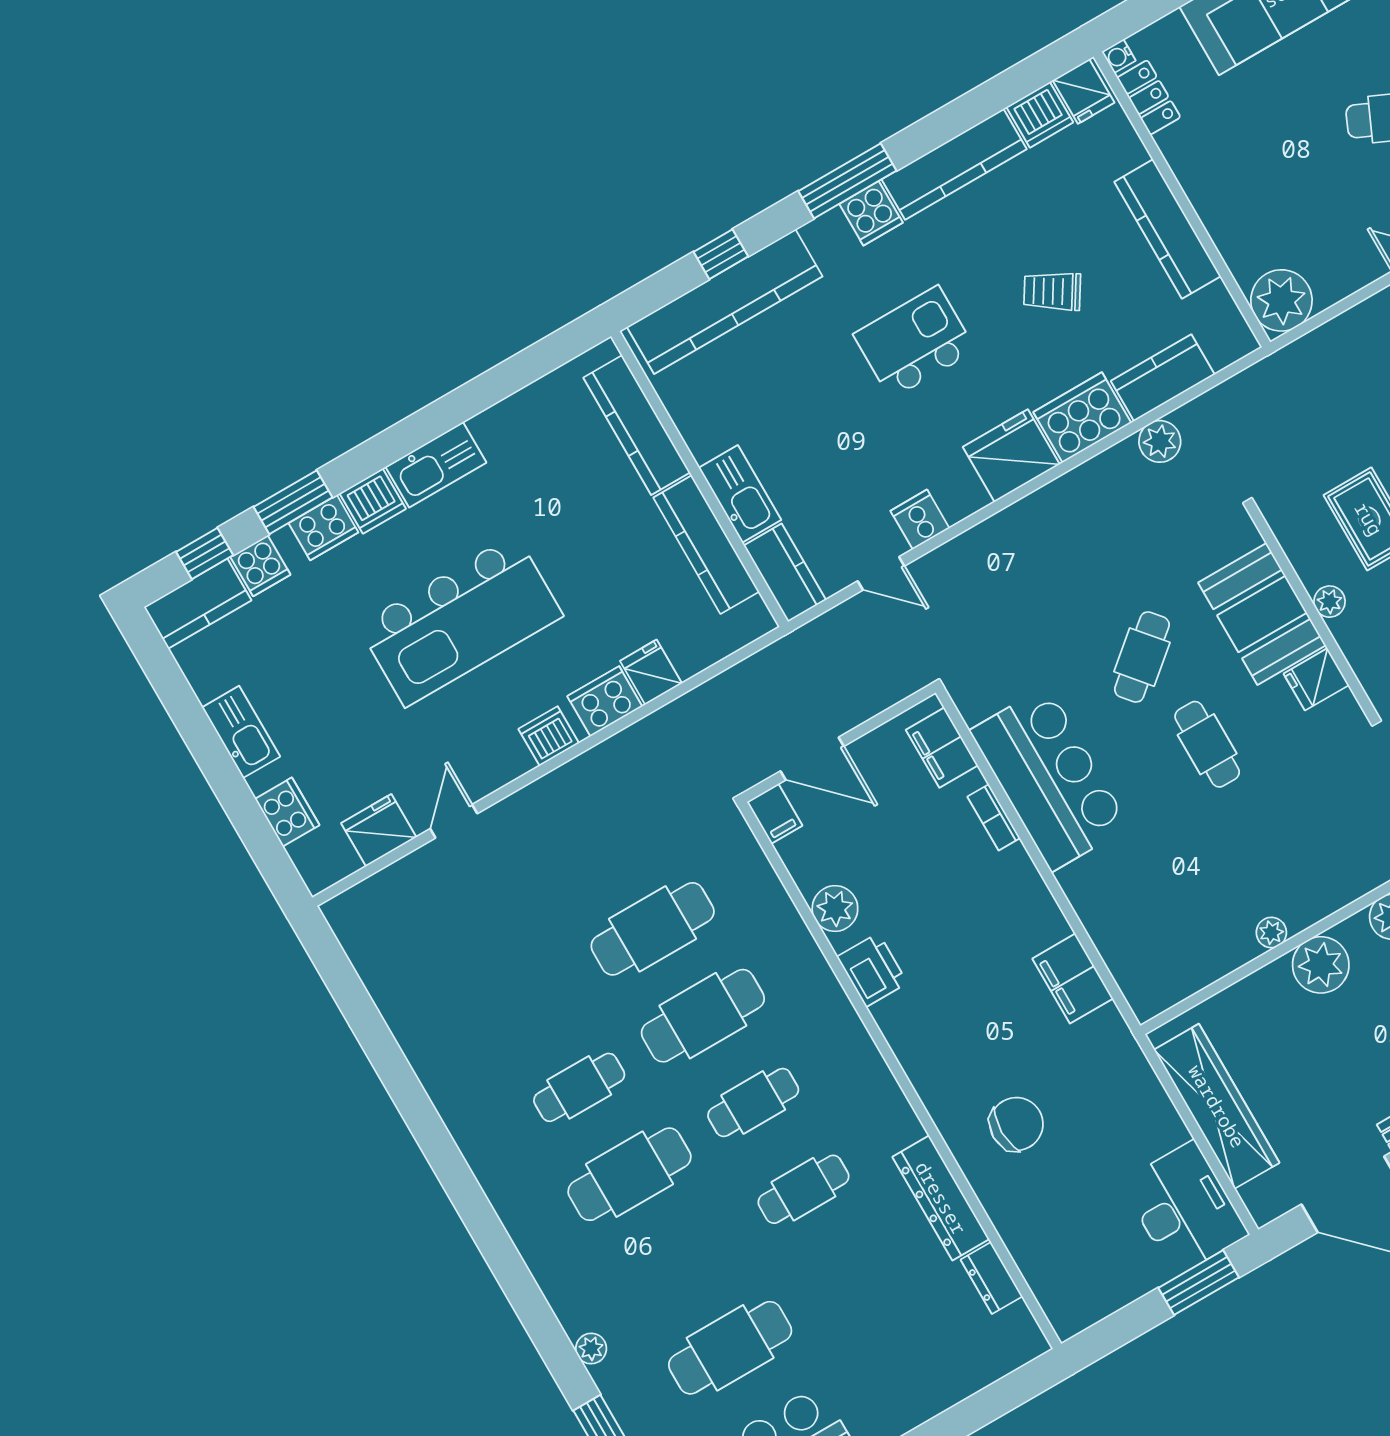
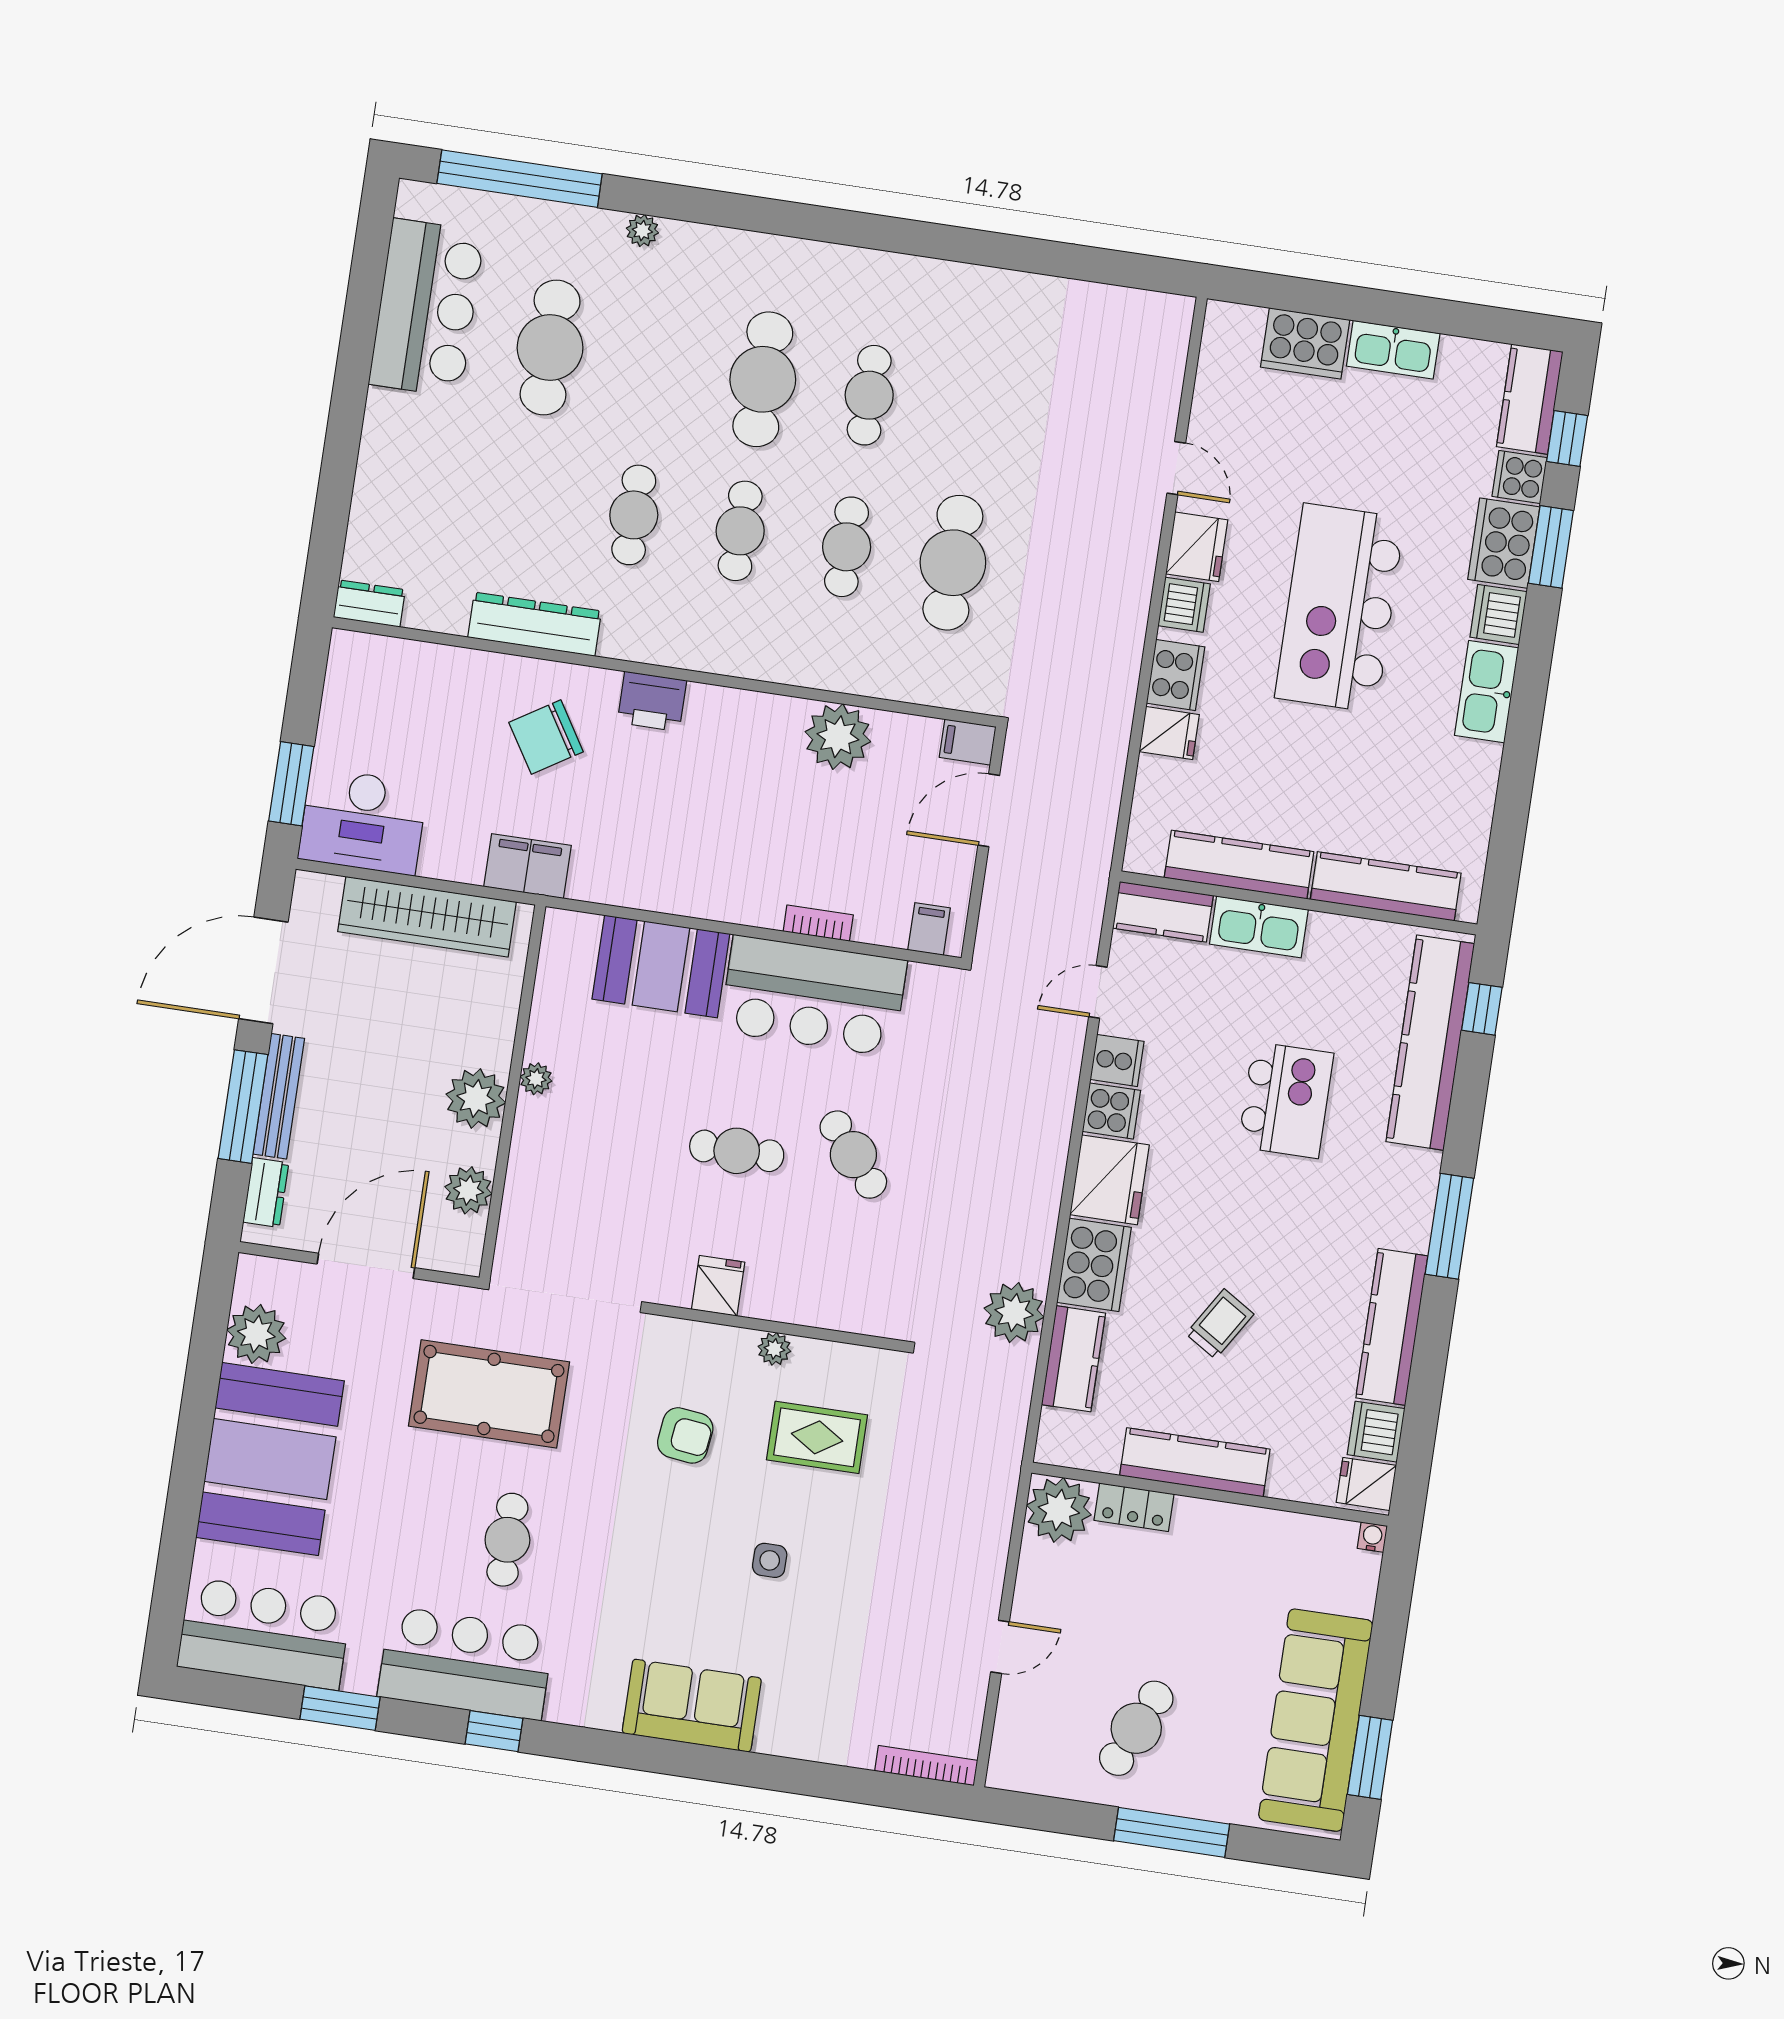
locker: (1149, 97) -> (1134, 1507), moved
cooker: (871, 213) -> (1111, 1111), moved, turned 180
window: (721, 254) -> (1482, 1009), moved
kitchen island: (914, 342) -> (1286, 1100), moved
plant: (1160, 441) -> (1014, 1313), width x1.36, depth x1.36
cooker: (323, 528) -> (1504, 543), width x1.37, depth x1.31
booth: (1262, 614) -> (661, 966), moved
filing cabinet: (942, 748) -> (929, 929), width x0.50
cooker: (287, 812) -> (1305, 343), width x1.37, depth x1.31
fridge: (379, 830) -> (1197, 547), moved
plant: (835, 908) -> (838, 737), width x1.36, depth x1.36
printer: (872, 970) -> (652, 701), moved
filing cabinet: (1073, 979) -> (528, 866), moved
cafe table: (703, 1016) -> (847, 547), width x0.73, depth x0.74
chair: (1016, 1124) -> (546, 737), turned 58
dresser: (992, 1278) -> (369, 604), moved

